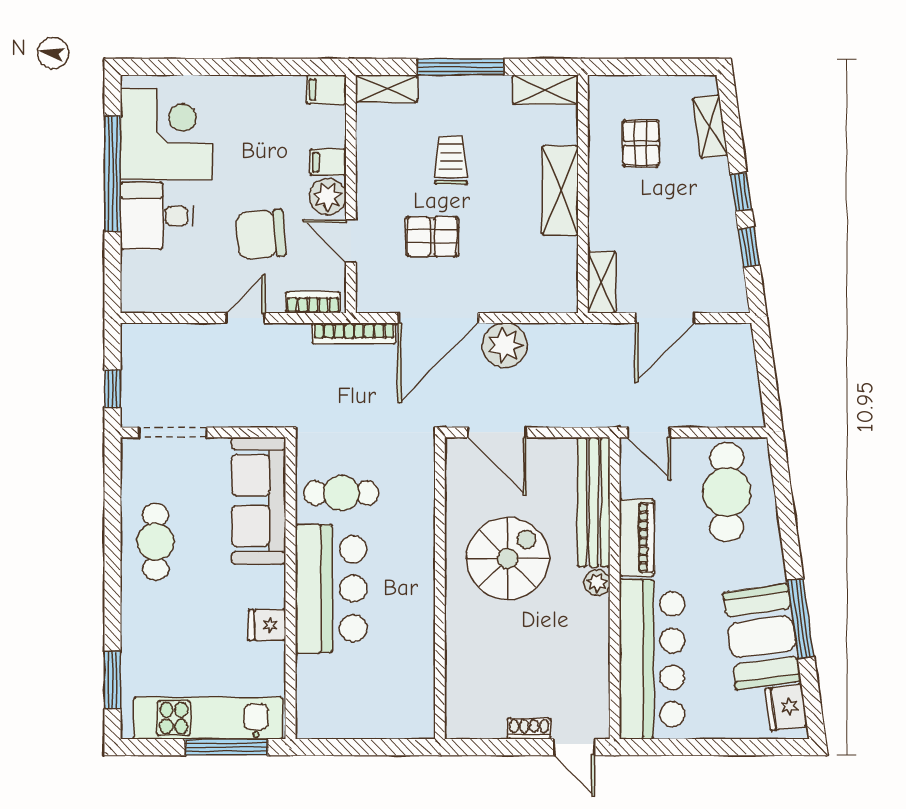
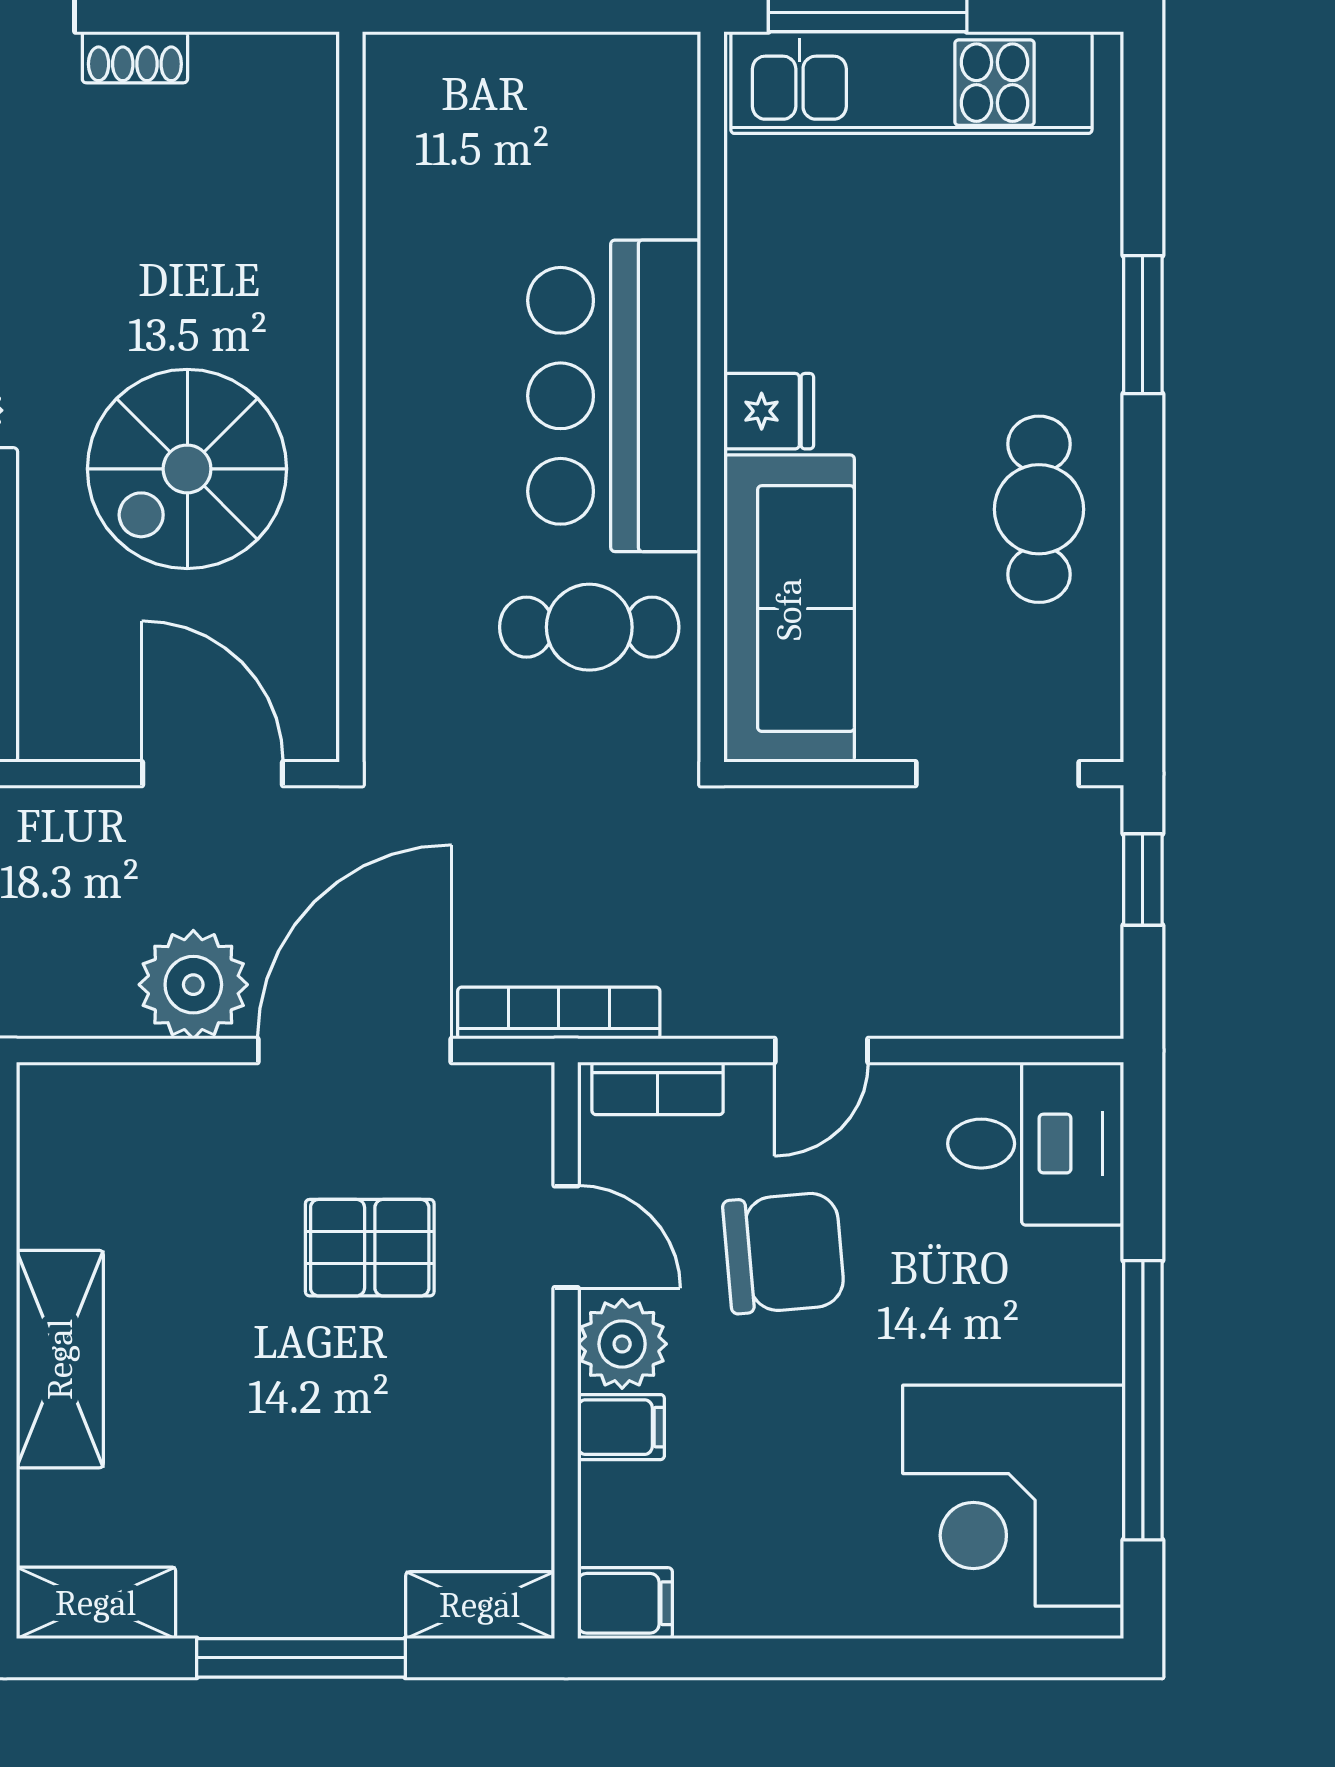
trolley: (451, 160) -> (324, 1432), removed
desk: (157, 216) -> (1036, 1144), moved
fridge: (267, 625) -> (769, 411), moved
window: (113, 680) -> (1143, 325), moved

